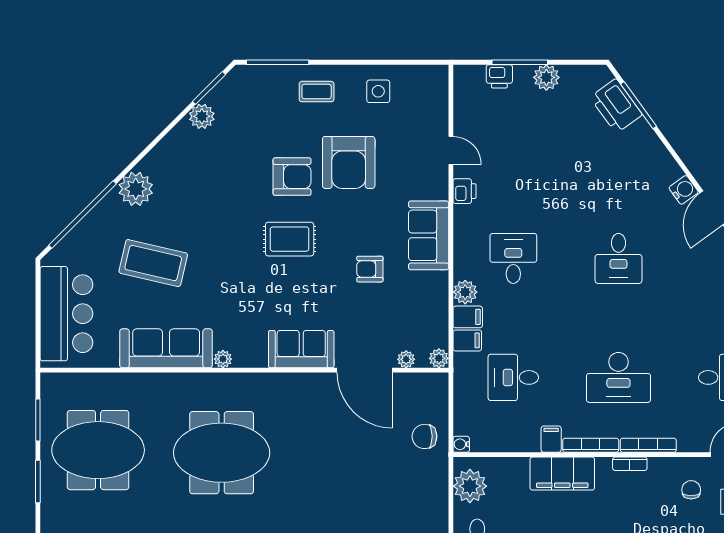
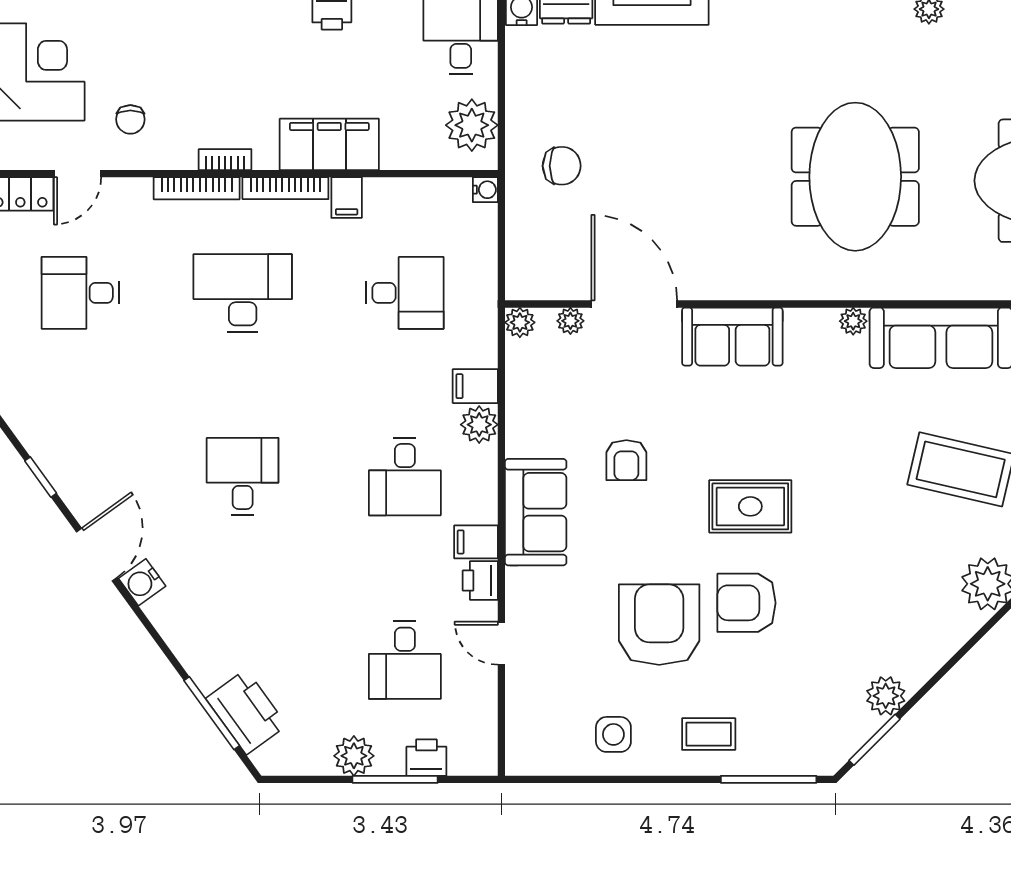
desk: (513, 139) -> (405, 660), added
armchair: (370, 269) -> (626, 460), turned 90
filing cabinet: (467, 340) -> (476, 542), moved
chair: (424, 436) -> (562, 166), moved
meeting table: (222, 453) -> (855, 177), turned 90

